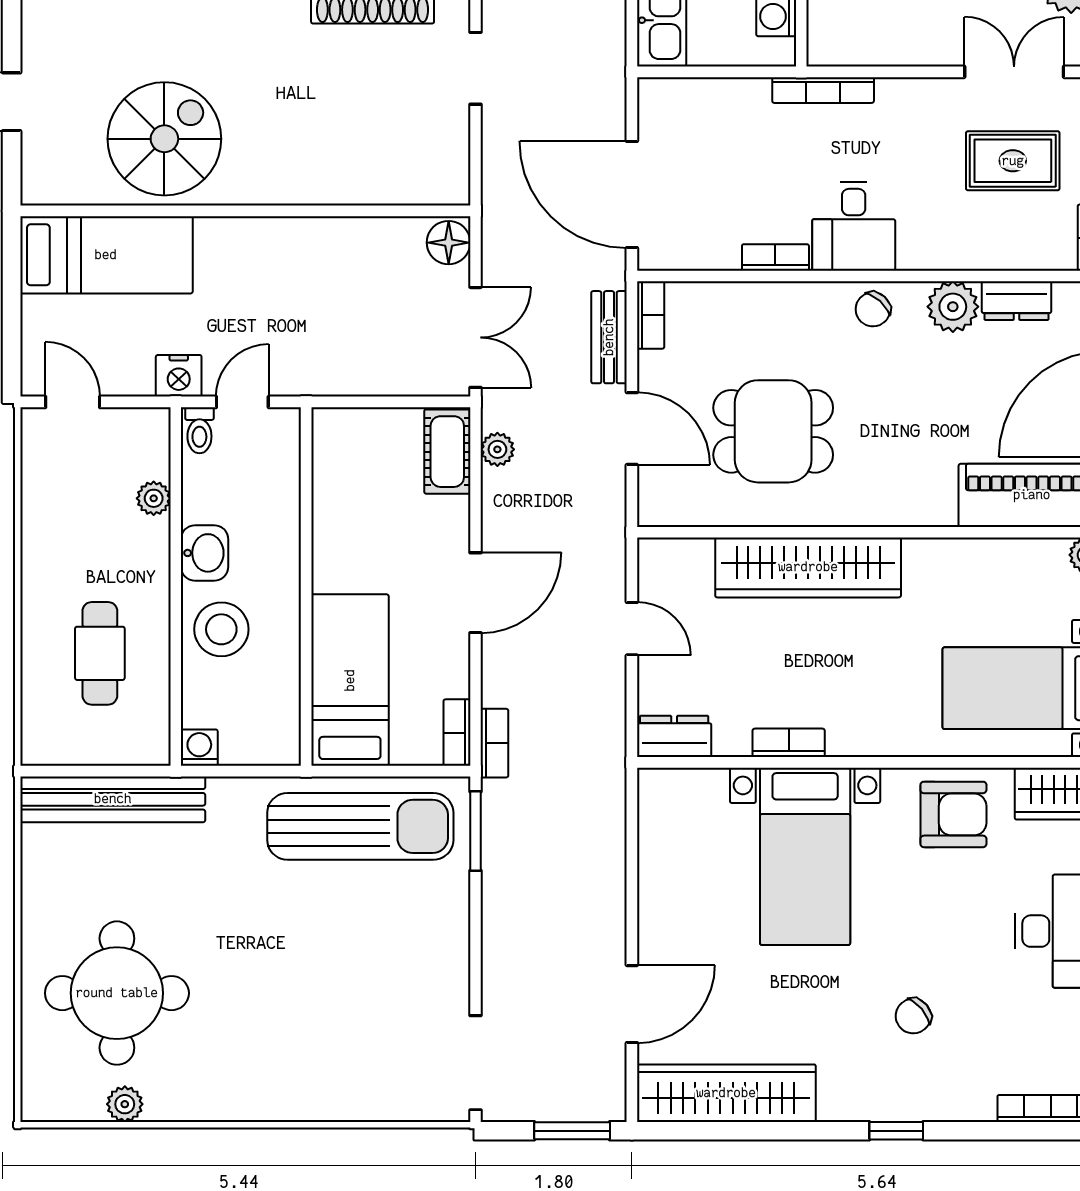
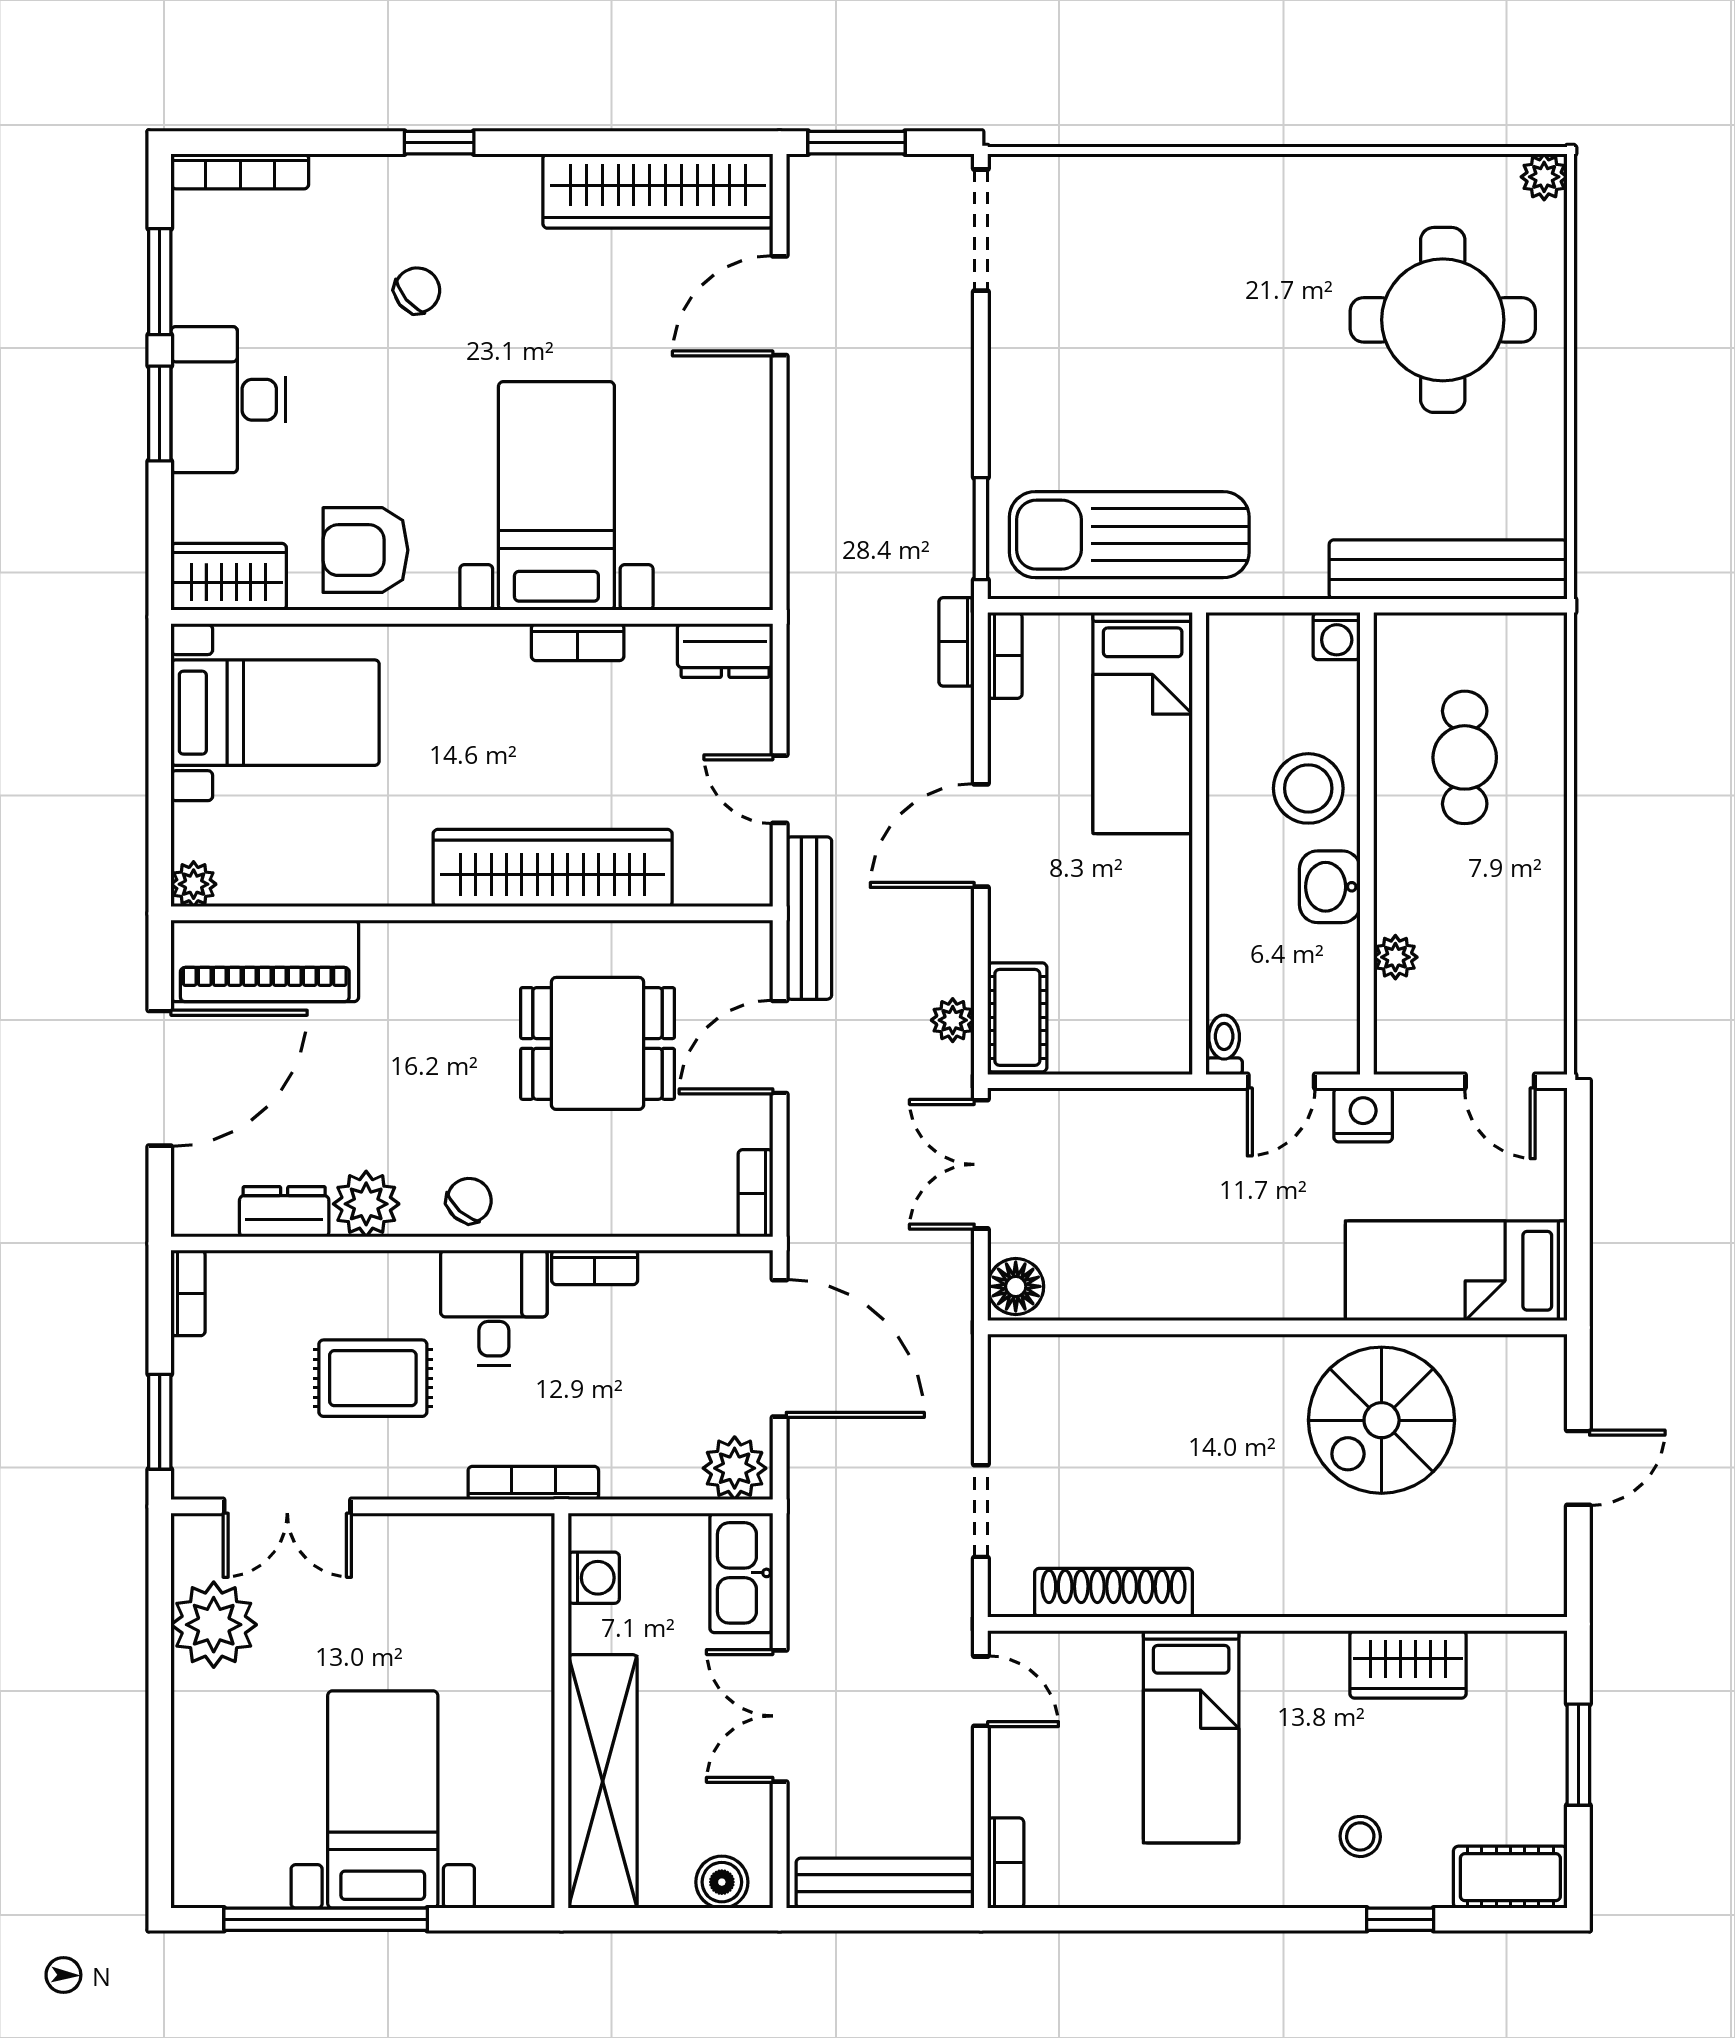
plant: (667, 101) -> (735, 1468), added
rug: (1013, 161) -> (373, 1378), moved
bench: (609, 337) -> (809, 918), moved, width x1.36
door: (632, 429) -> (780, 1047), hinge flipped
toilet: (199, 430) -> (1224, 1045), moved
plant: (125, 1104) -> (1544, 177), moved

